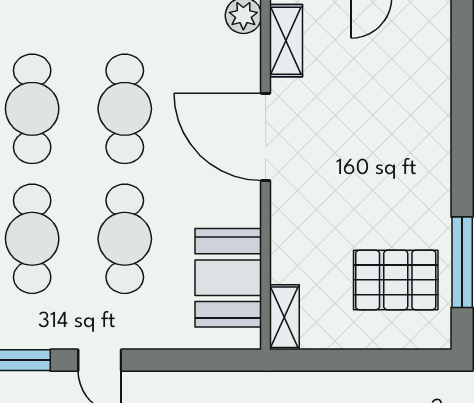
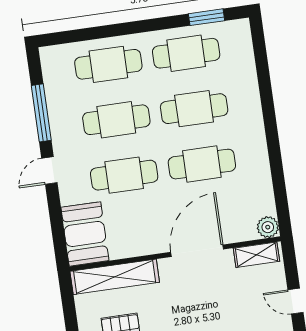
booth: (228, 278) -> (85, 234), moved, turned 90
shelving: (284, 317) -> (115, 277), width x2.20, depth x1.33

